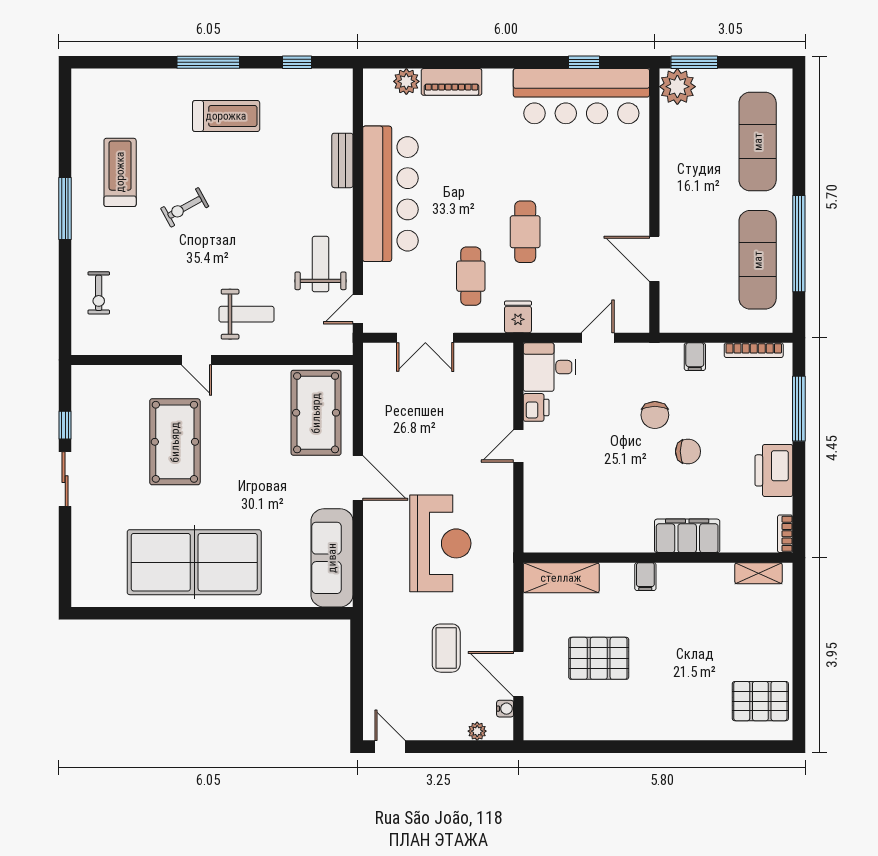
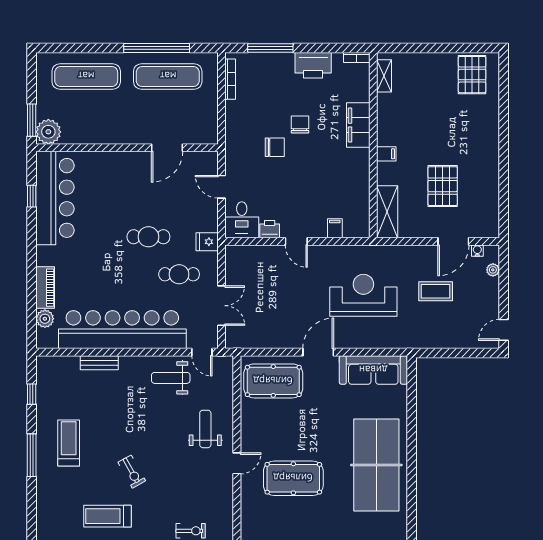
bar counter: (390, 194) -> (122, 330), width x1.36
filing cabinet: (695, 357) -> (335, 228), moved, turned -90

